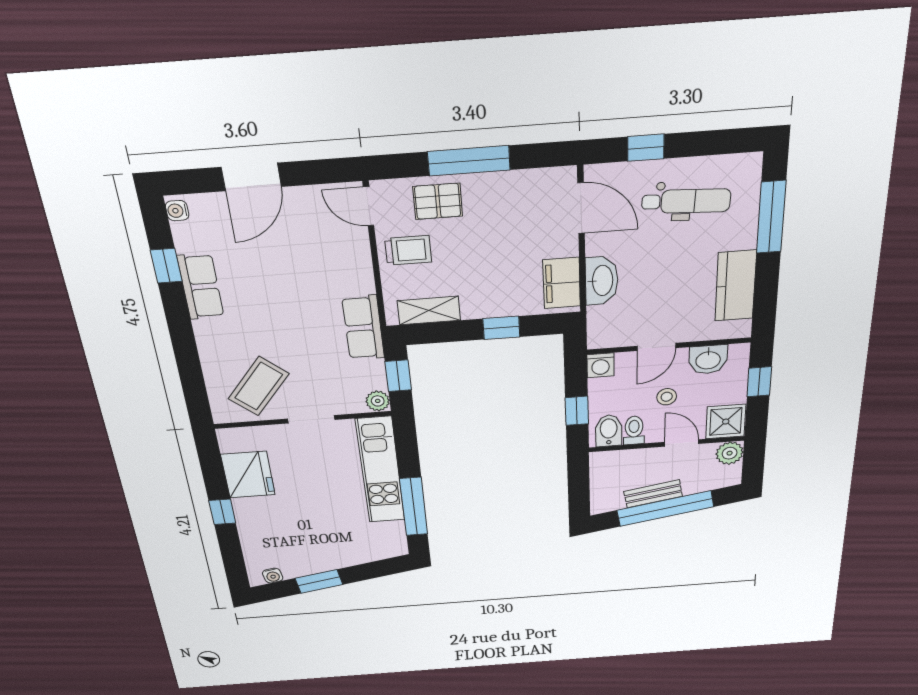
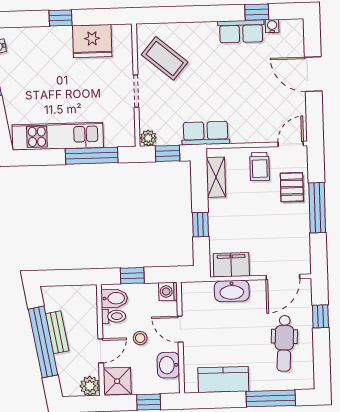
water cooler: (177, 211) -> (272, 26), moved
kitchen unit: (380, 470) -> (58, 136), moved
window: (414, 507) -> (92, 156), moved

